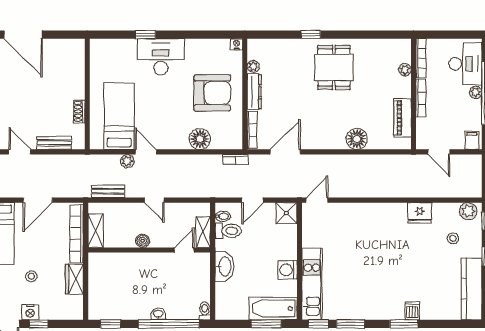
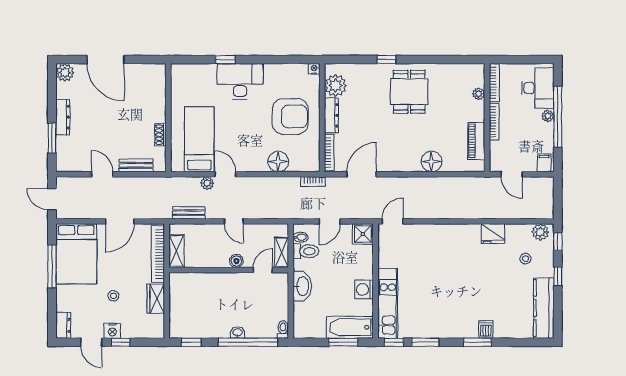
plant: (253, 66) -> (336, 85), width x1.87, depth x1.87
boiler: (143, 241) -> (236, 261), moved

